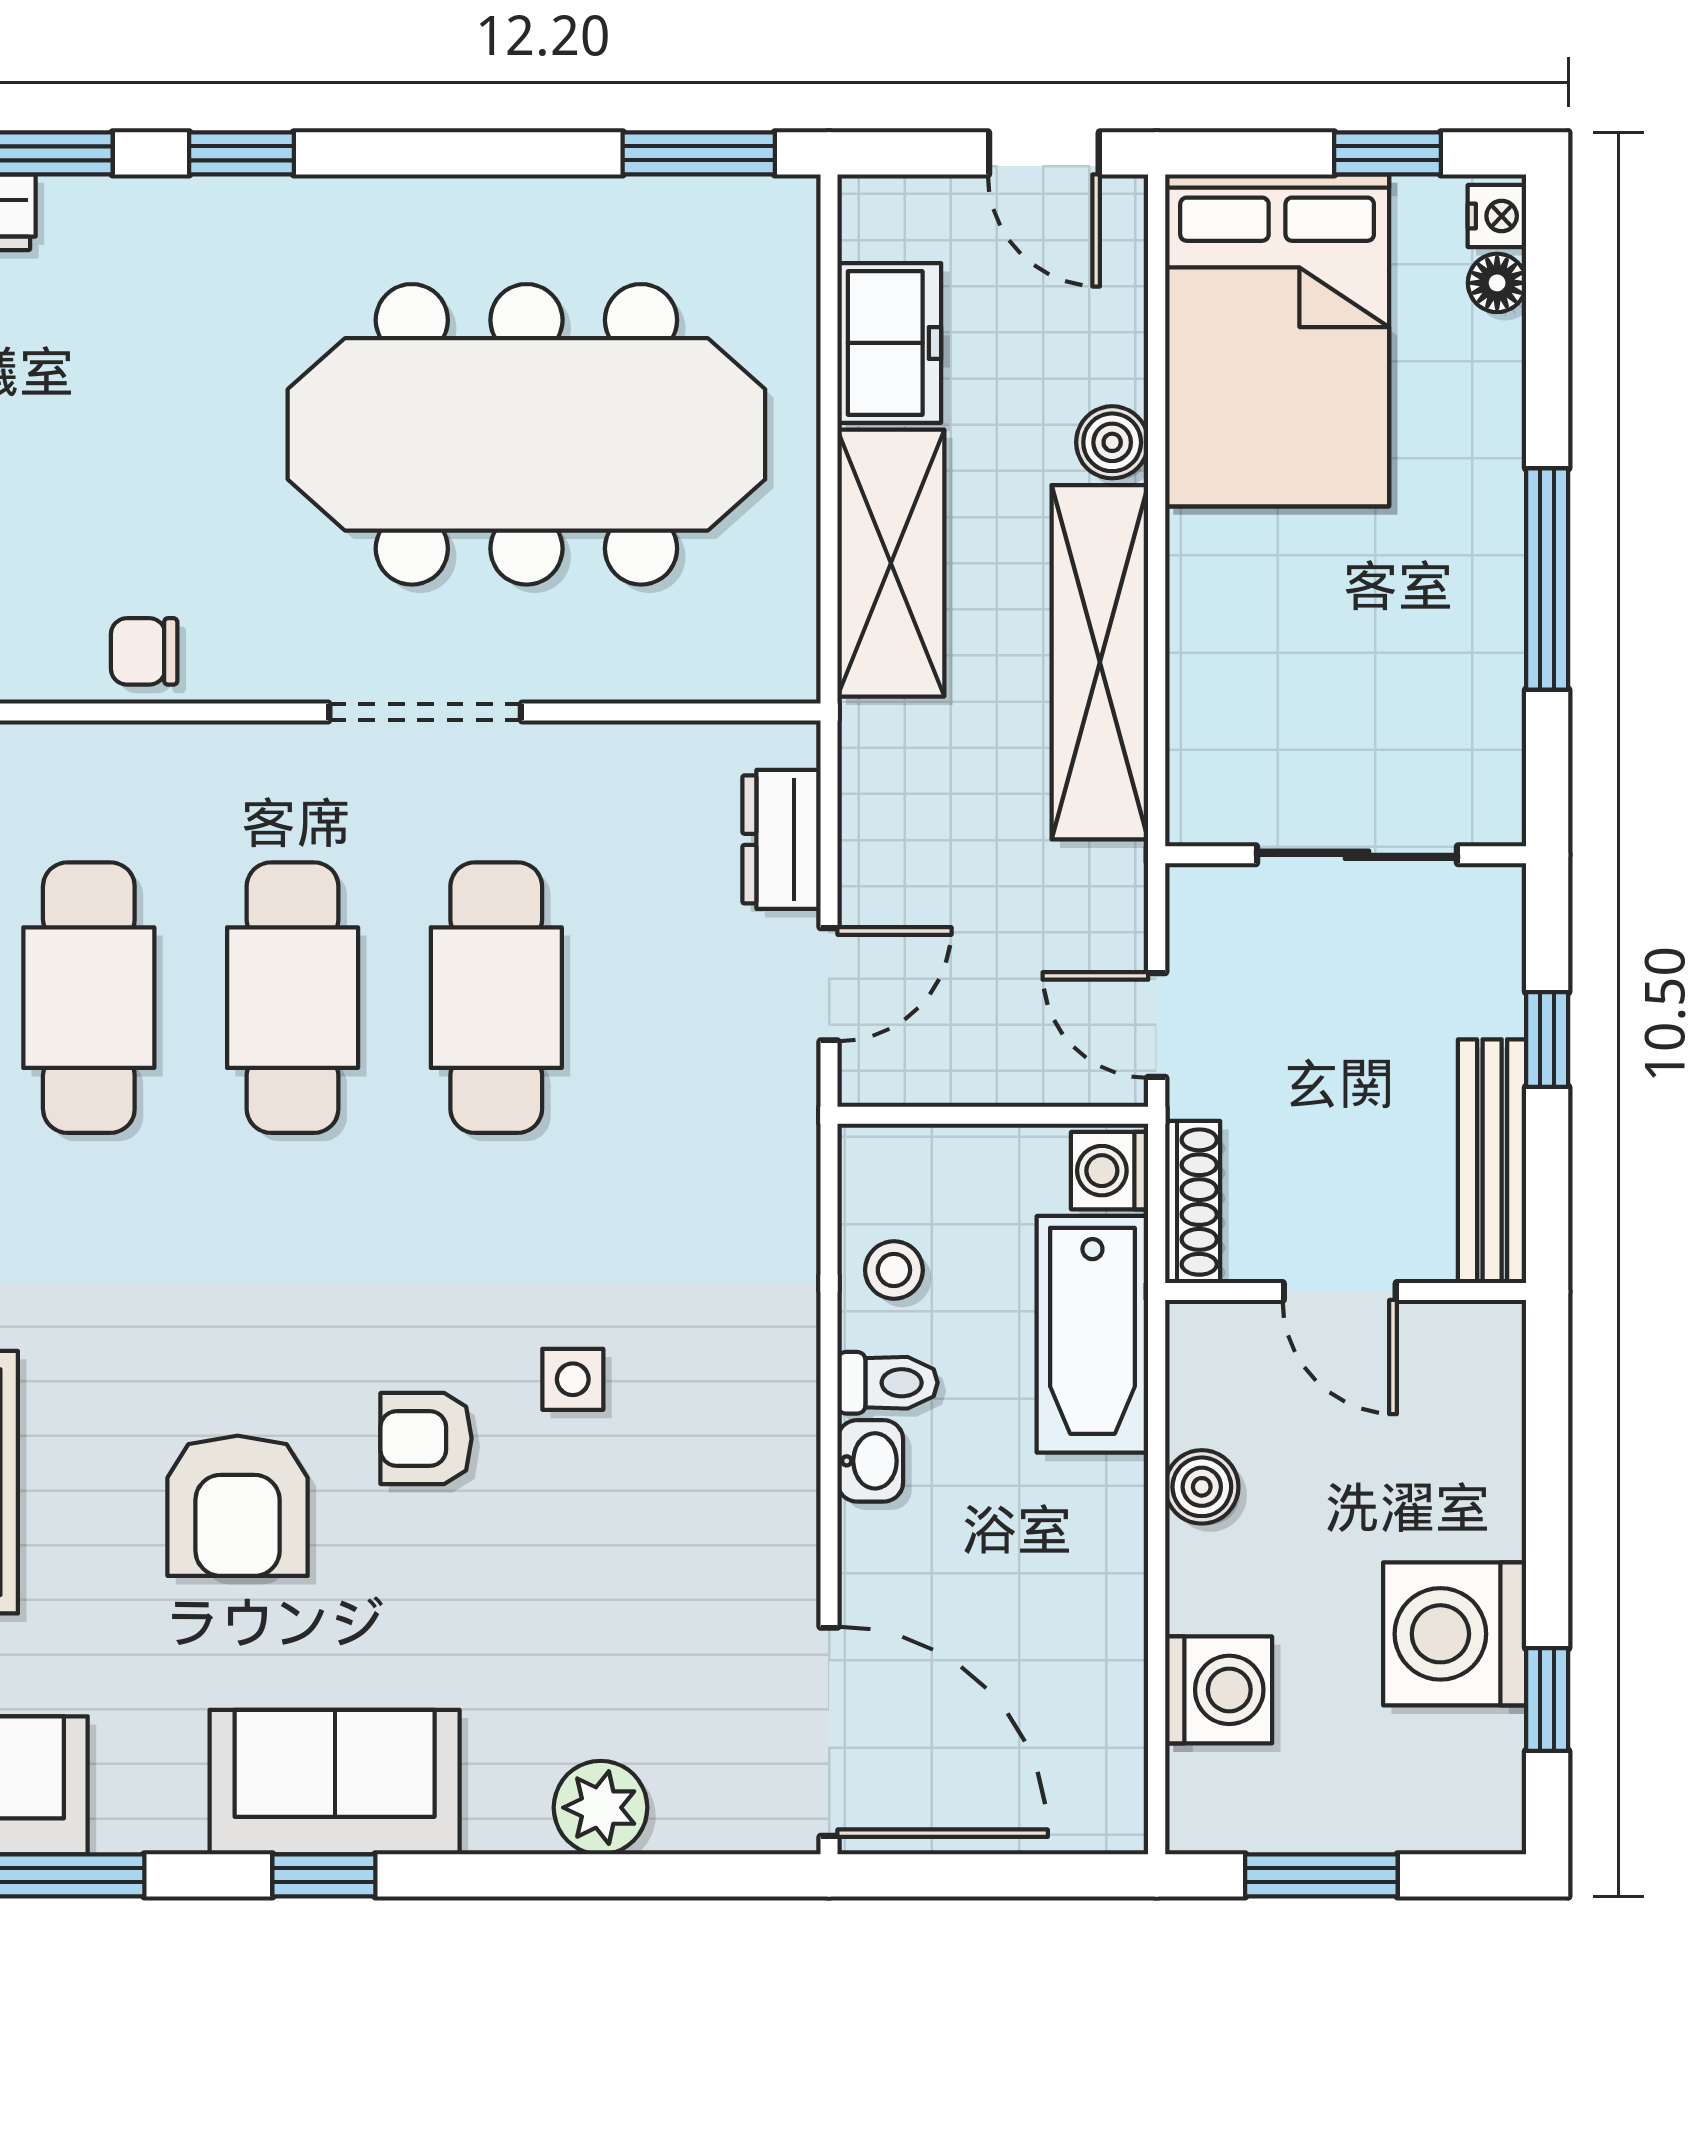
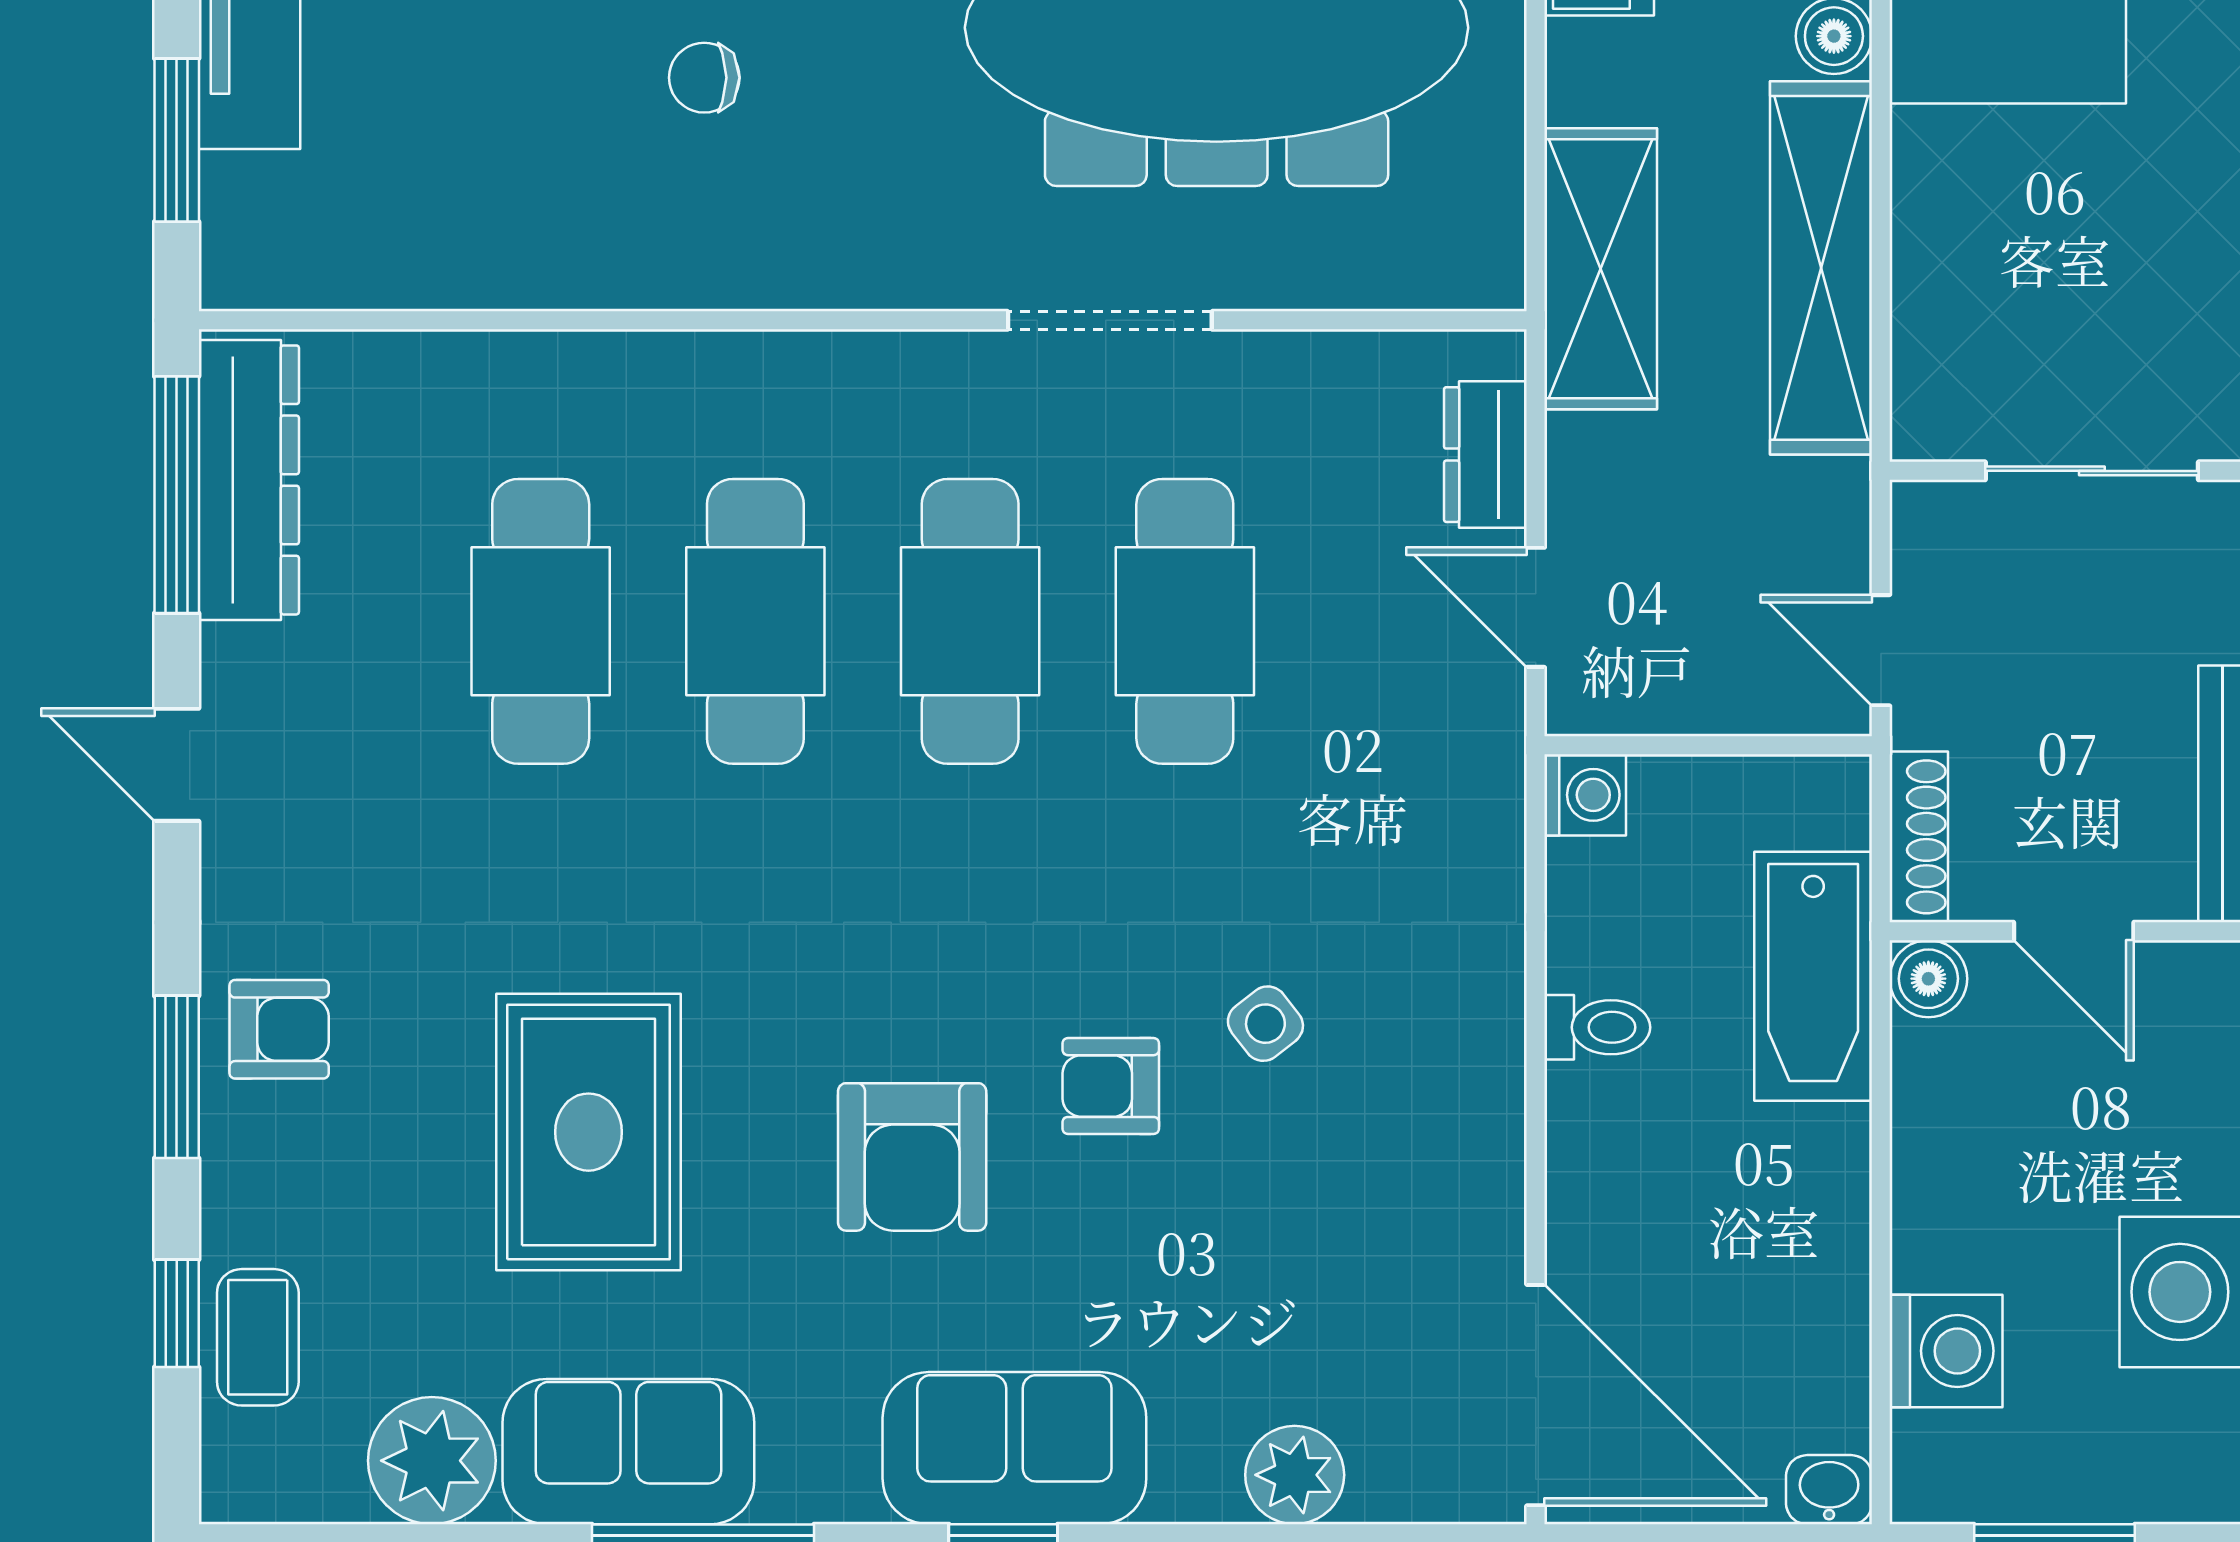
shelving: (891, 563) -> (1601, 269), moved
chair: (144, 651) -> (704, 78), moved
door: (829, 984) -> (1536, 607), swing flipped
washing machine: (1110, 1171) -> (1585, 795), moved, turned 180
stool: (894, 1270) -> (1604, 908), removed
side table: (573, 1379) -> (1265, 1024), turned -38
washbasin: (870, 1461) -> (1829, 1490), moved, turned -90
boiler: (1202, 1487) -> (1928, 979), moved

